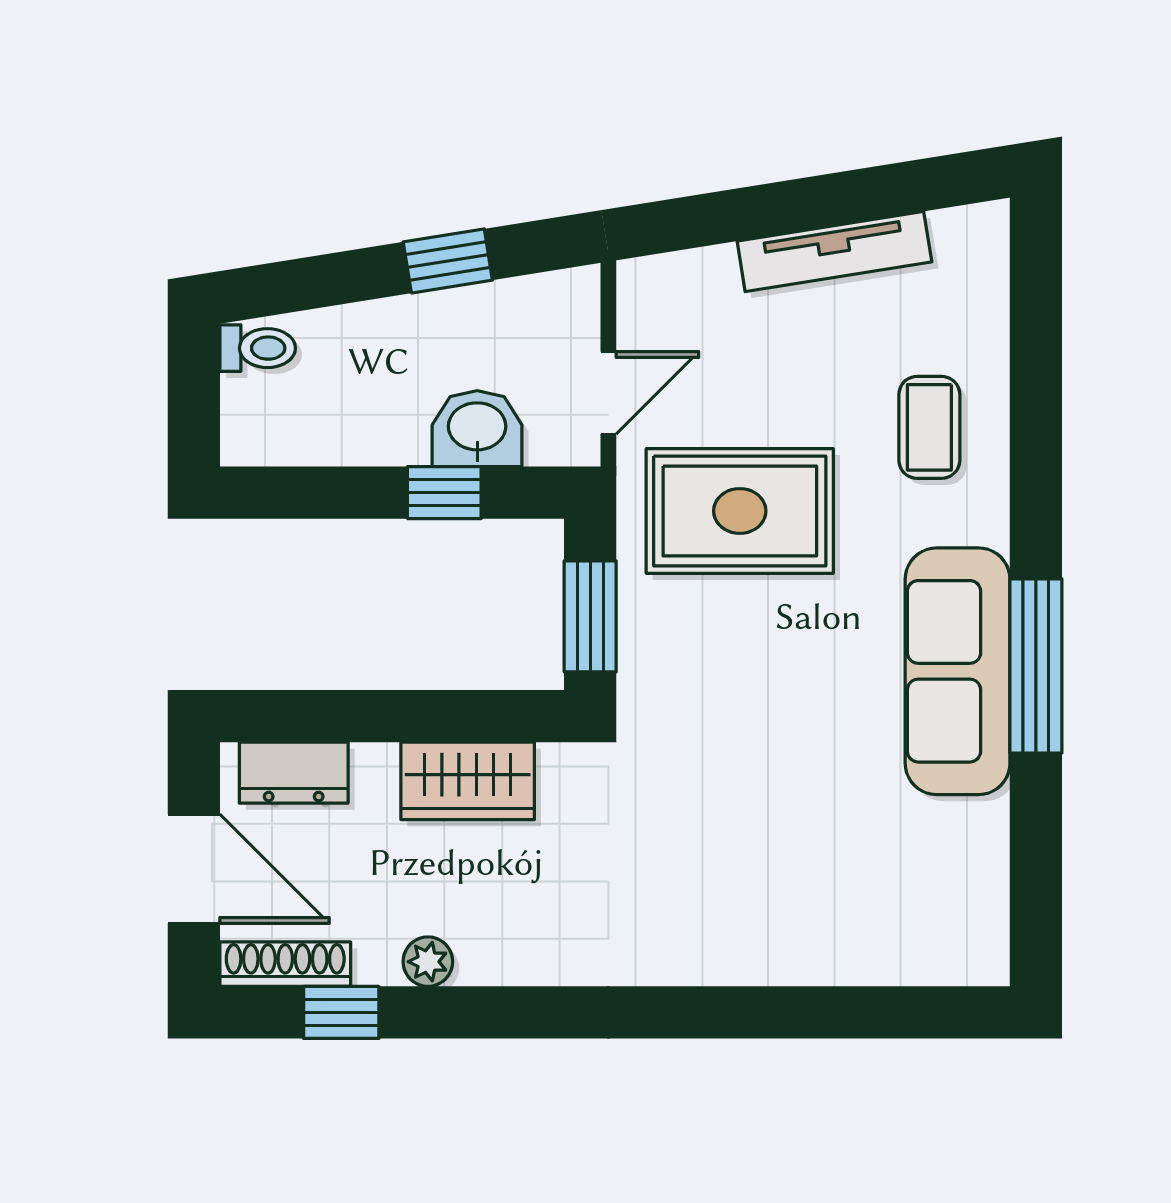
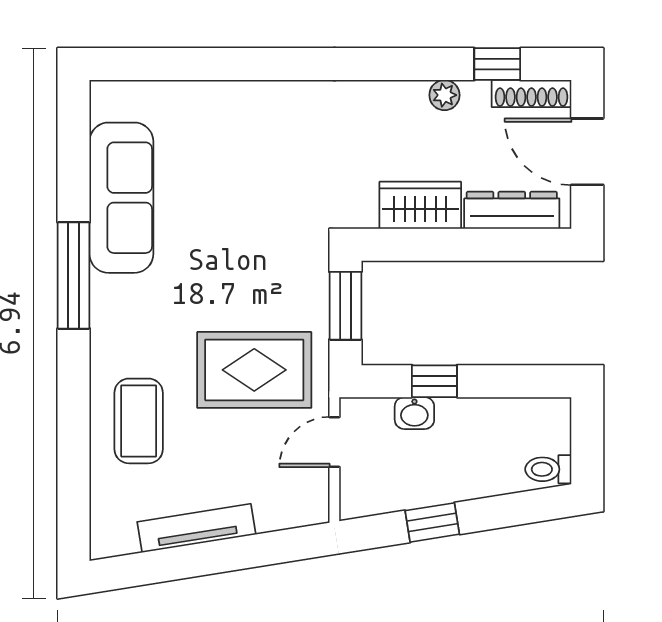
coffee table: (929, 427) -> (139, 421), width x1.36, depth x1.30
washbasin: (477, 429) -> (414, 413), width x0.72, depth x0.69
sofa: (958, 671) -> (121, 198), moved
dresser: (294, 773) -> (512, 210), width x1.44

